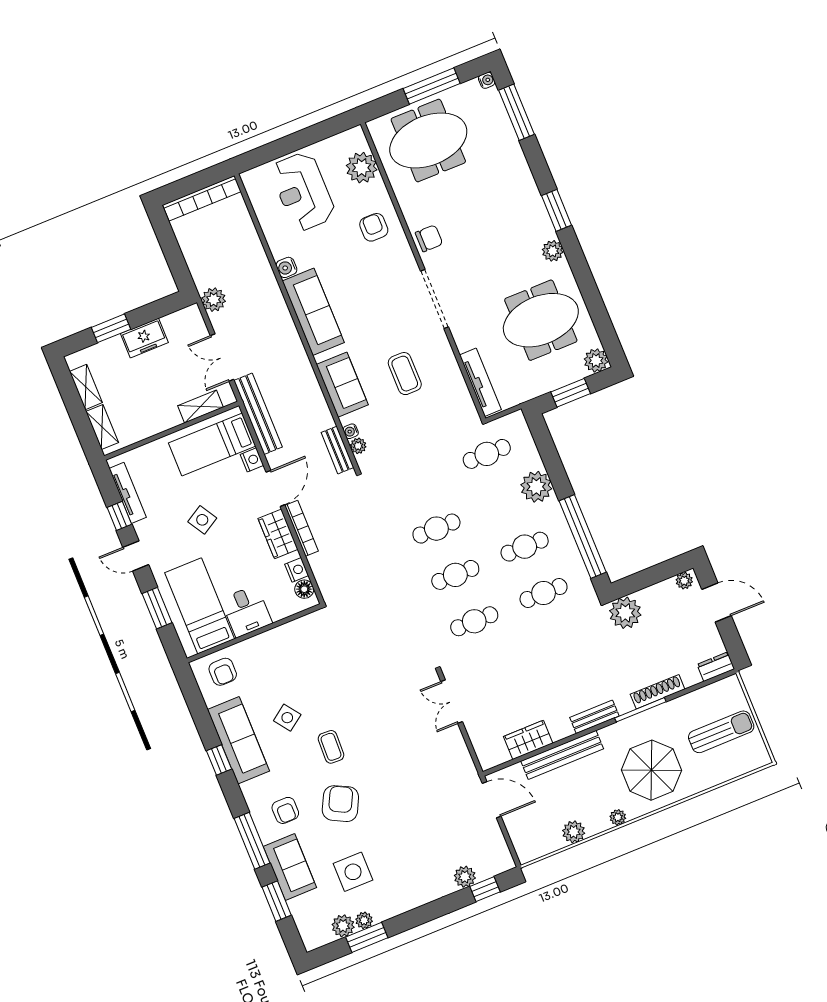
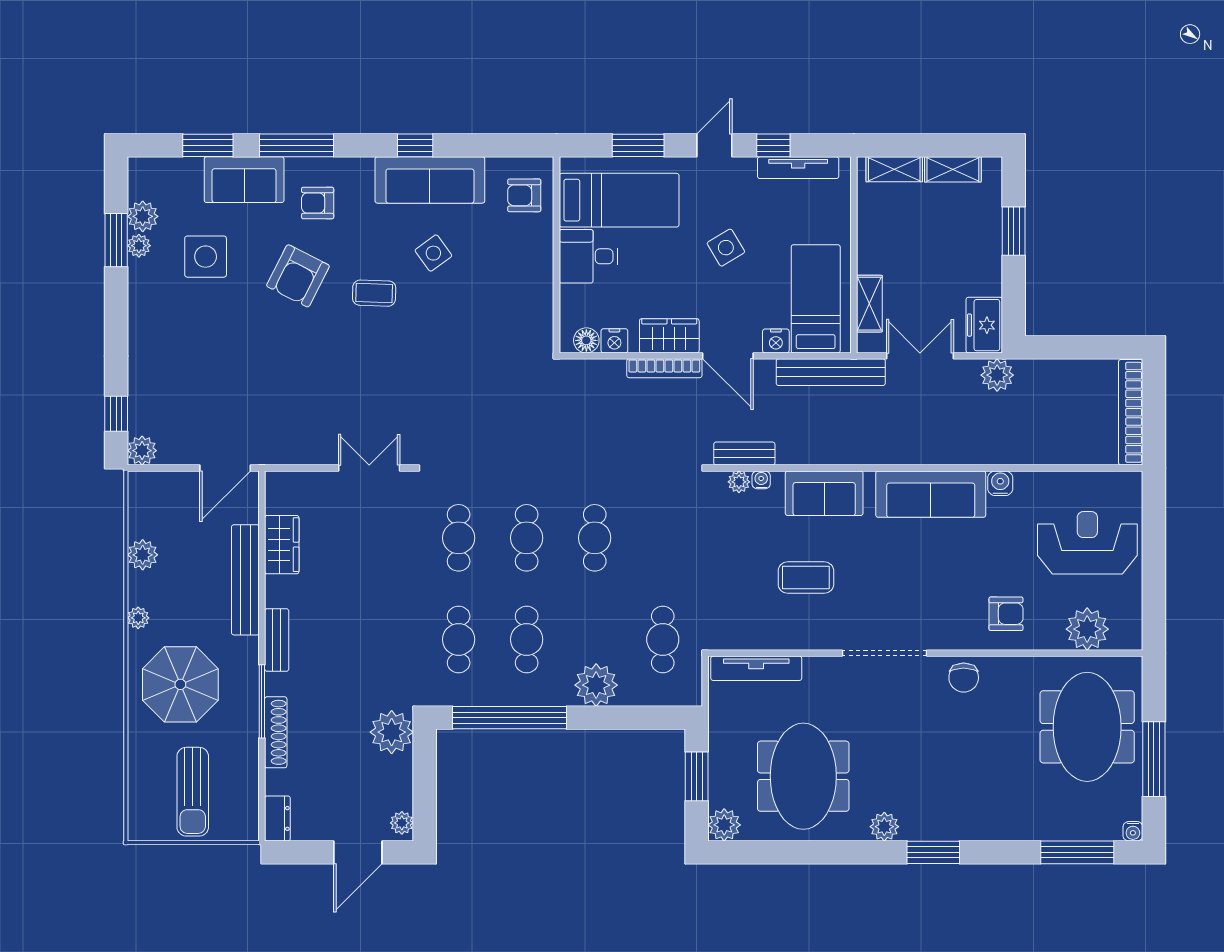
freezer: (144, 338) -> (984, 325), moved
armchair: (340, 804) -> (298, 276), turned 90
plant: (465, 877) -> (142, 451), moved

